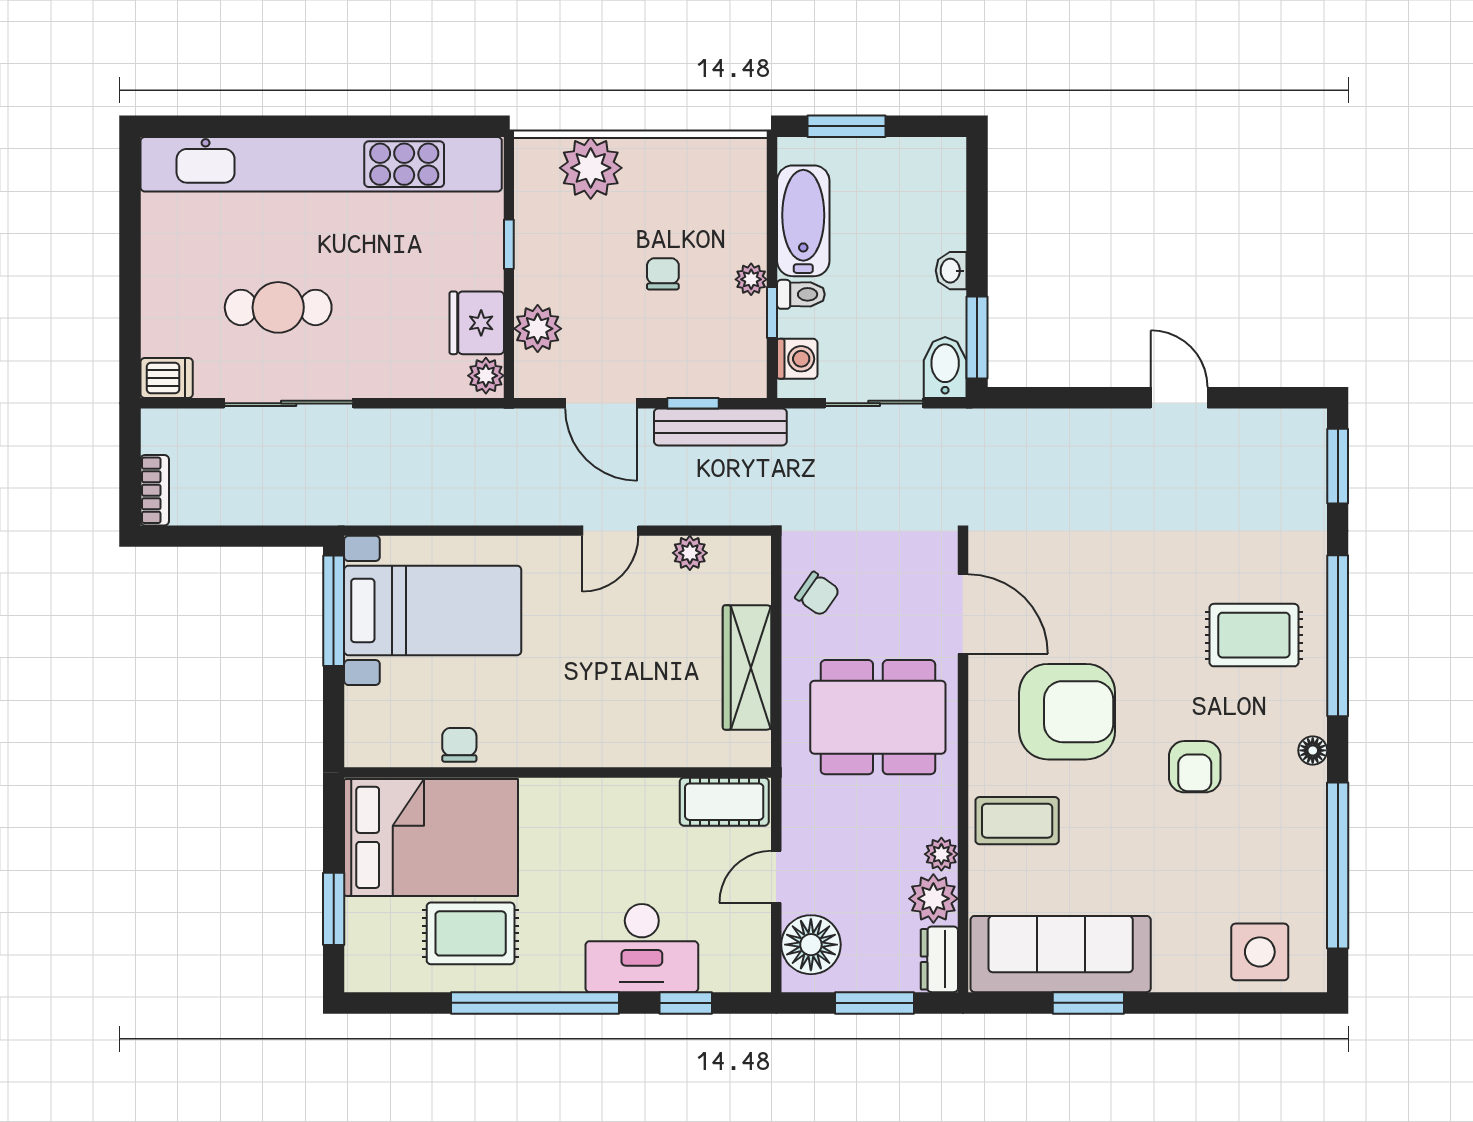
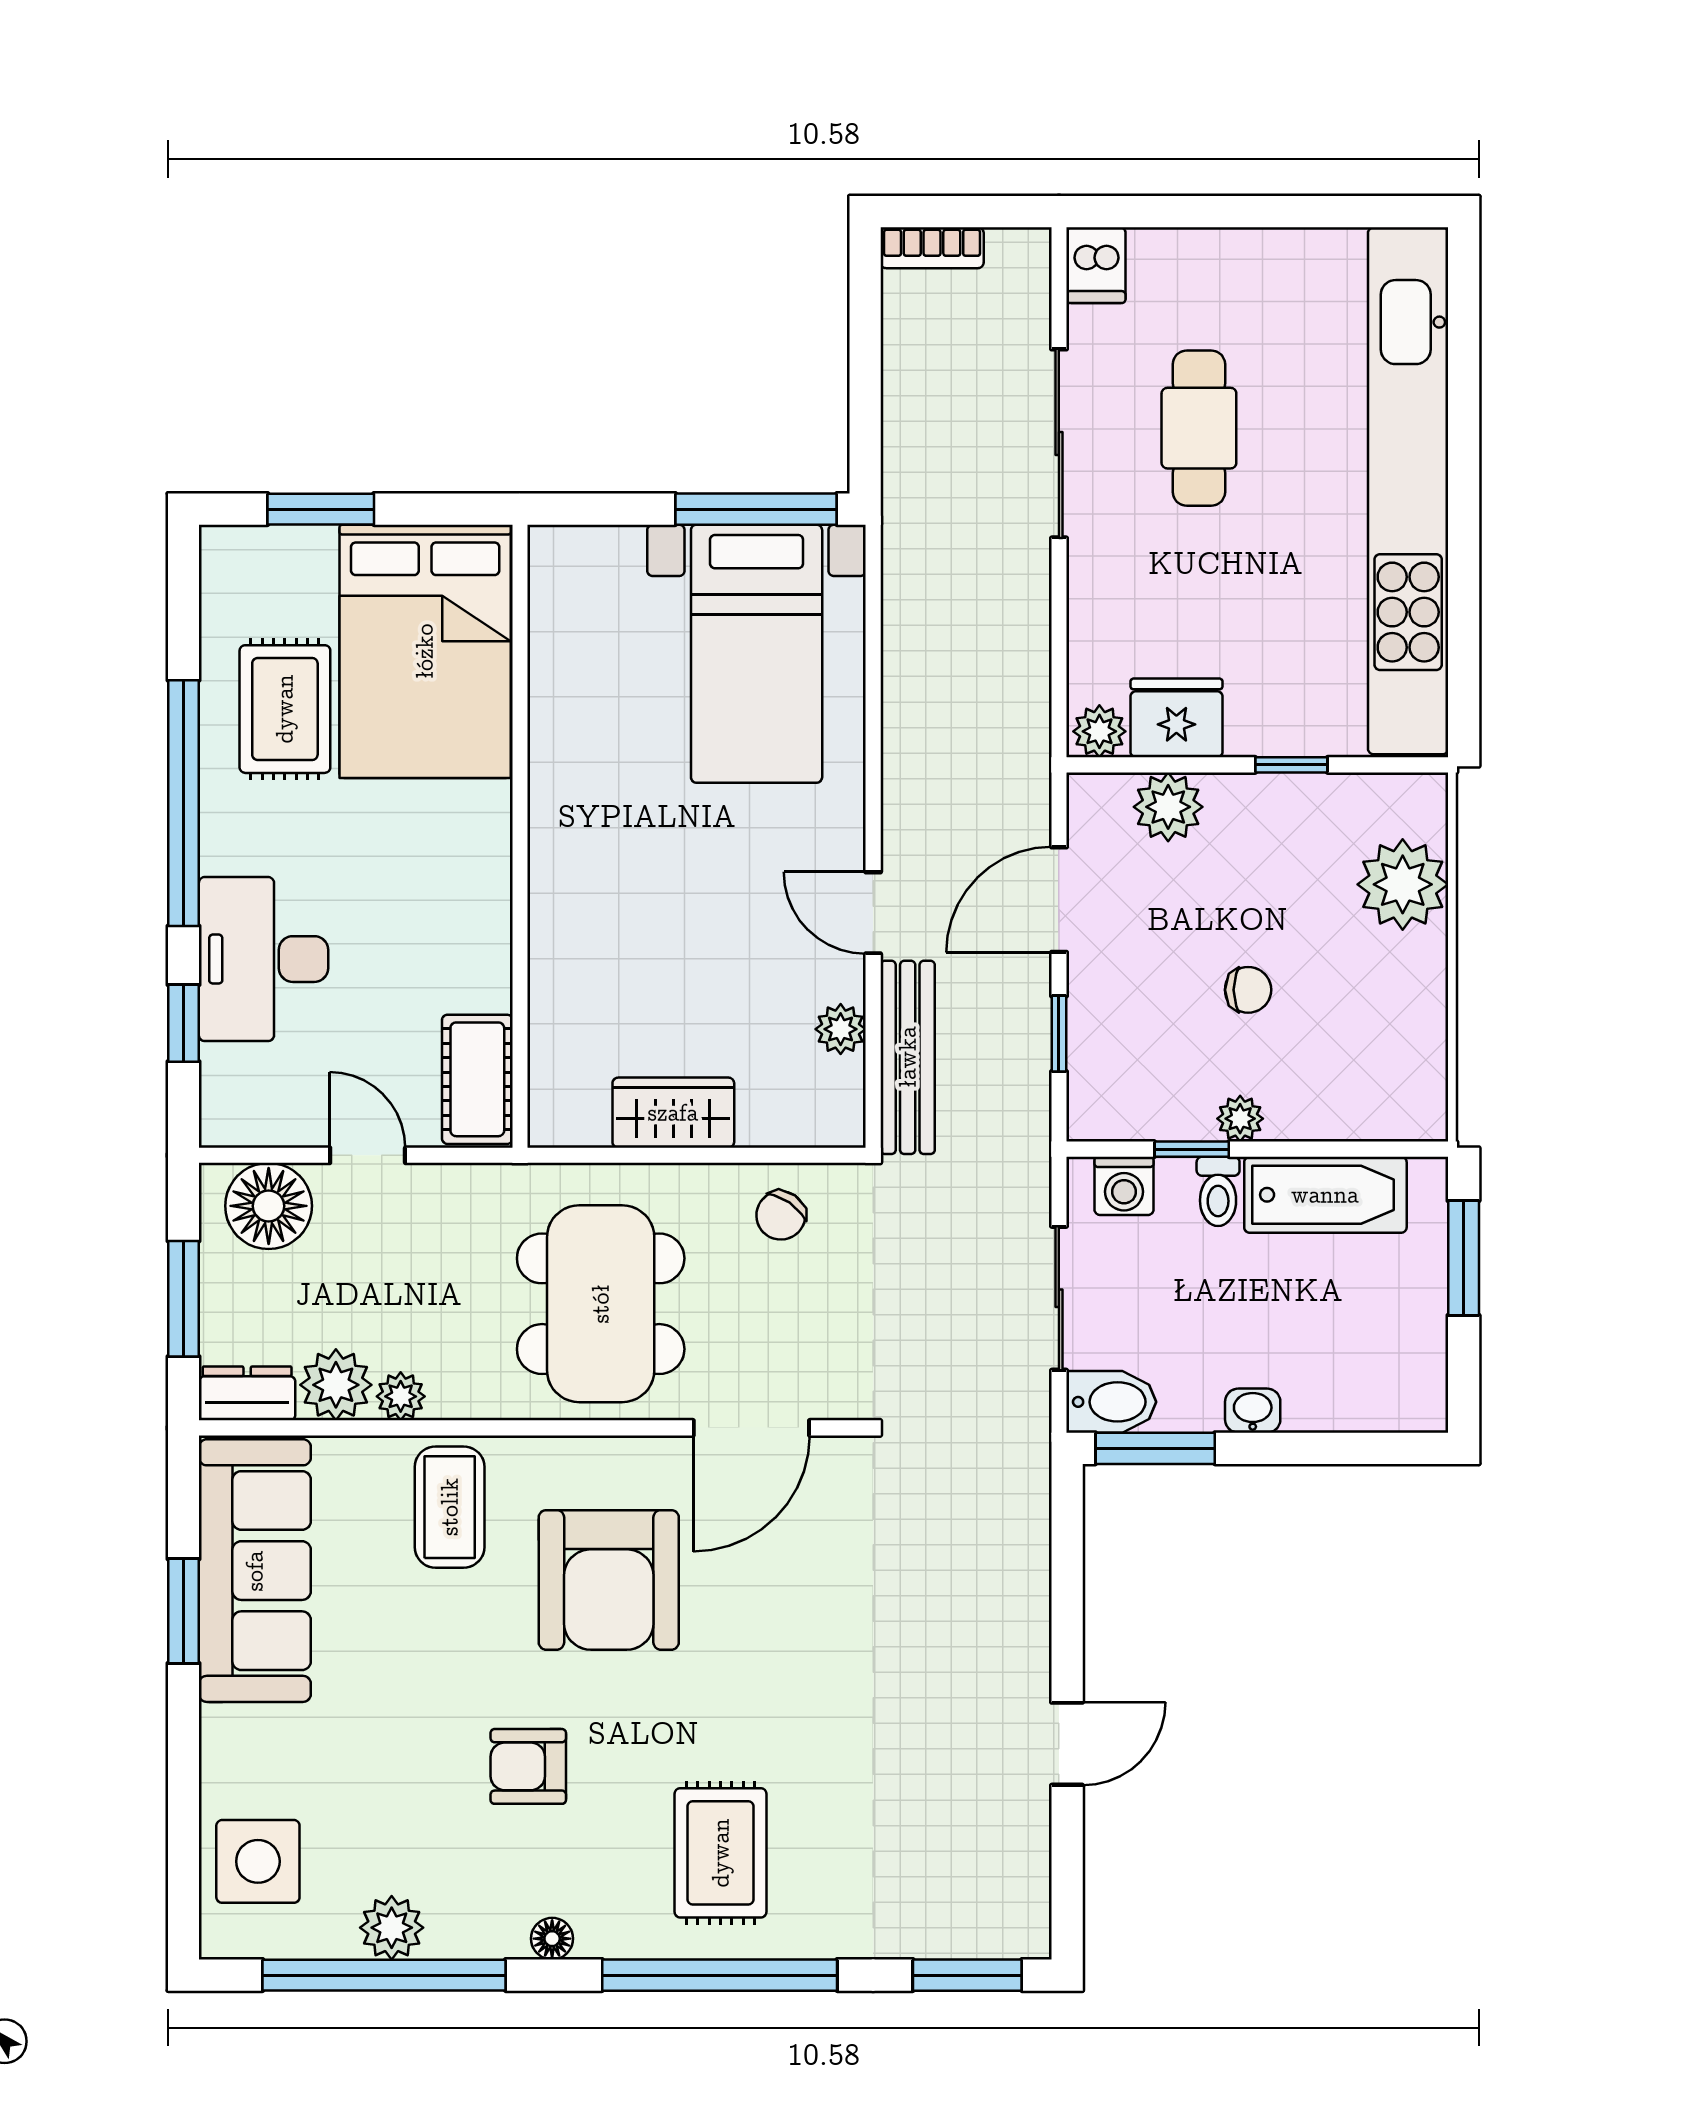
bench: (720, 427) -> (908, 1057), moved
wardrobe: (747, 667) -> (673, 1113), width x0.67
chair: (459, 745) -> (560, 693), removed
plant: (1305, 860) -> (392, 1928), added

